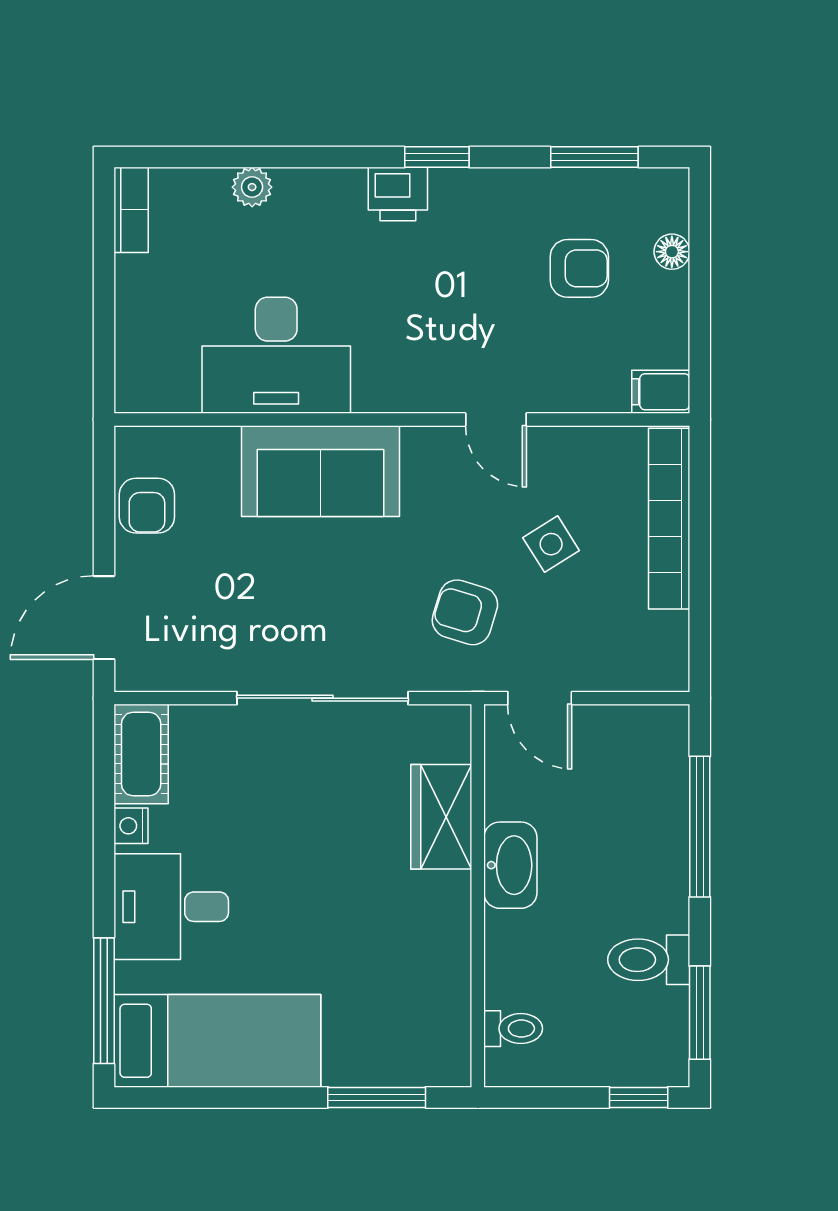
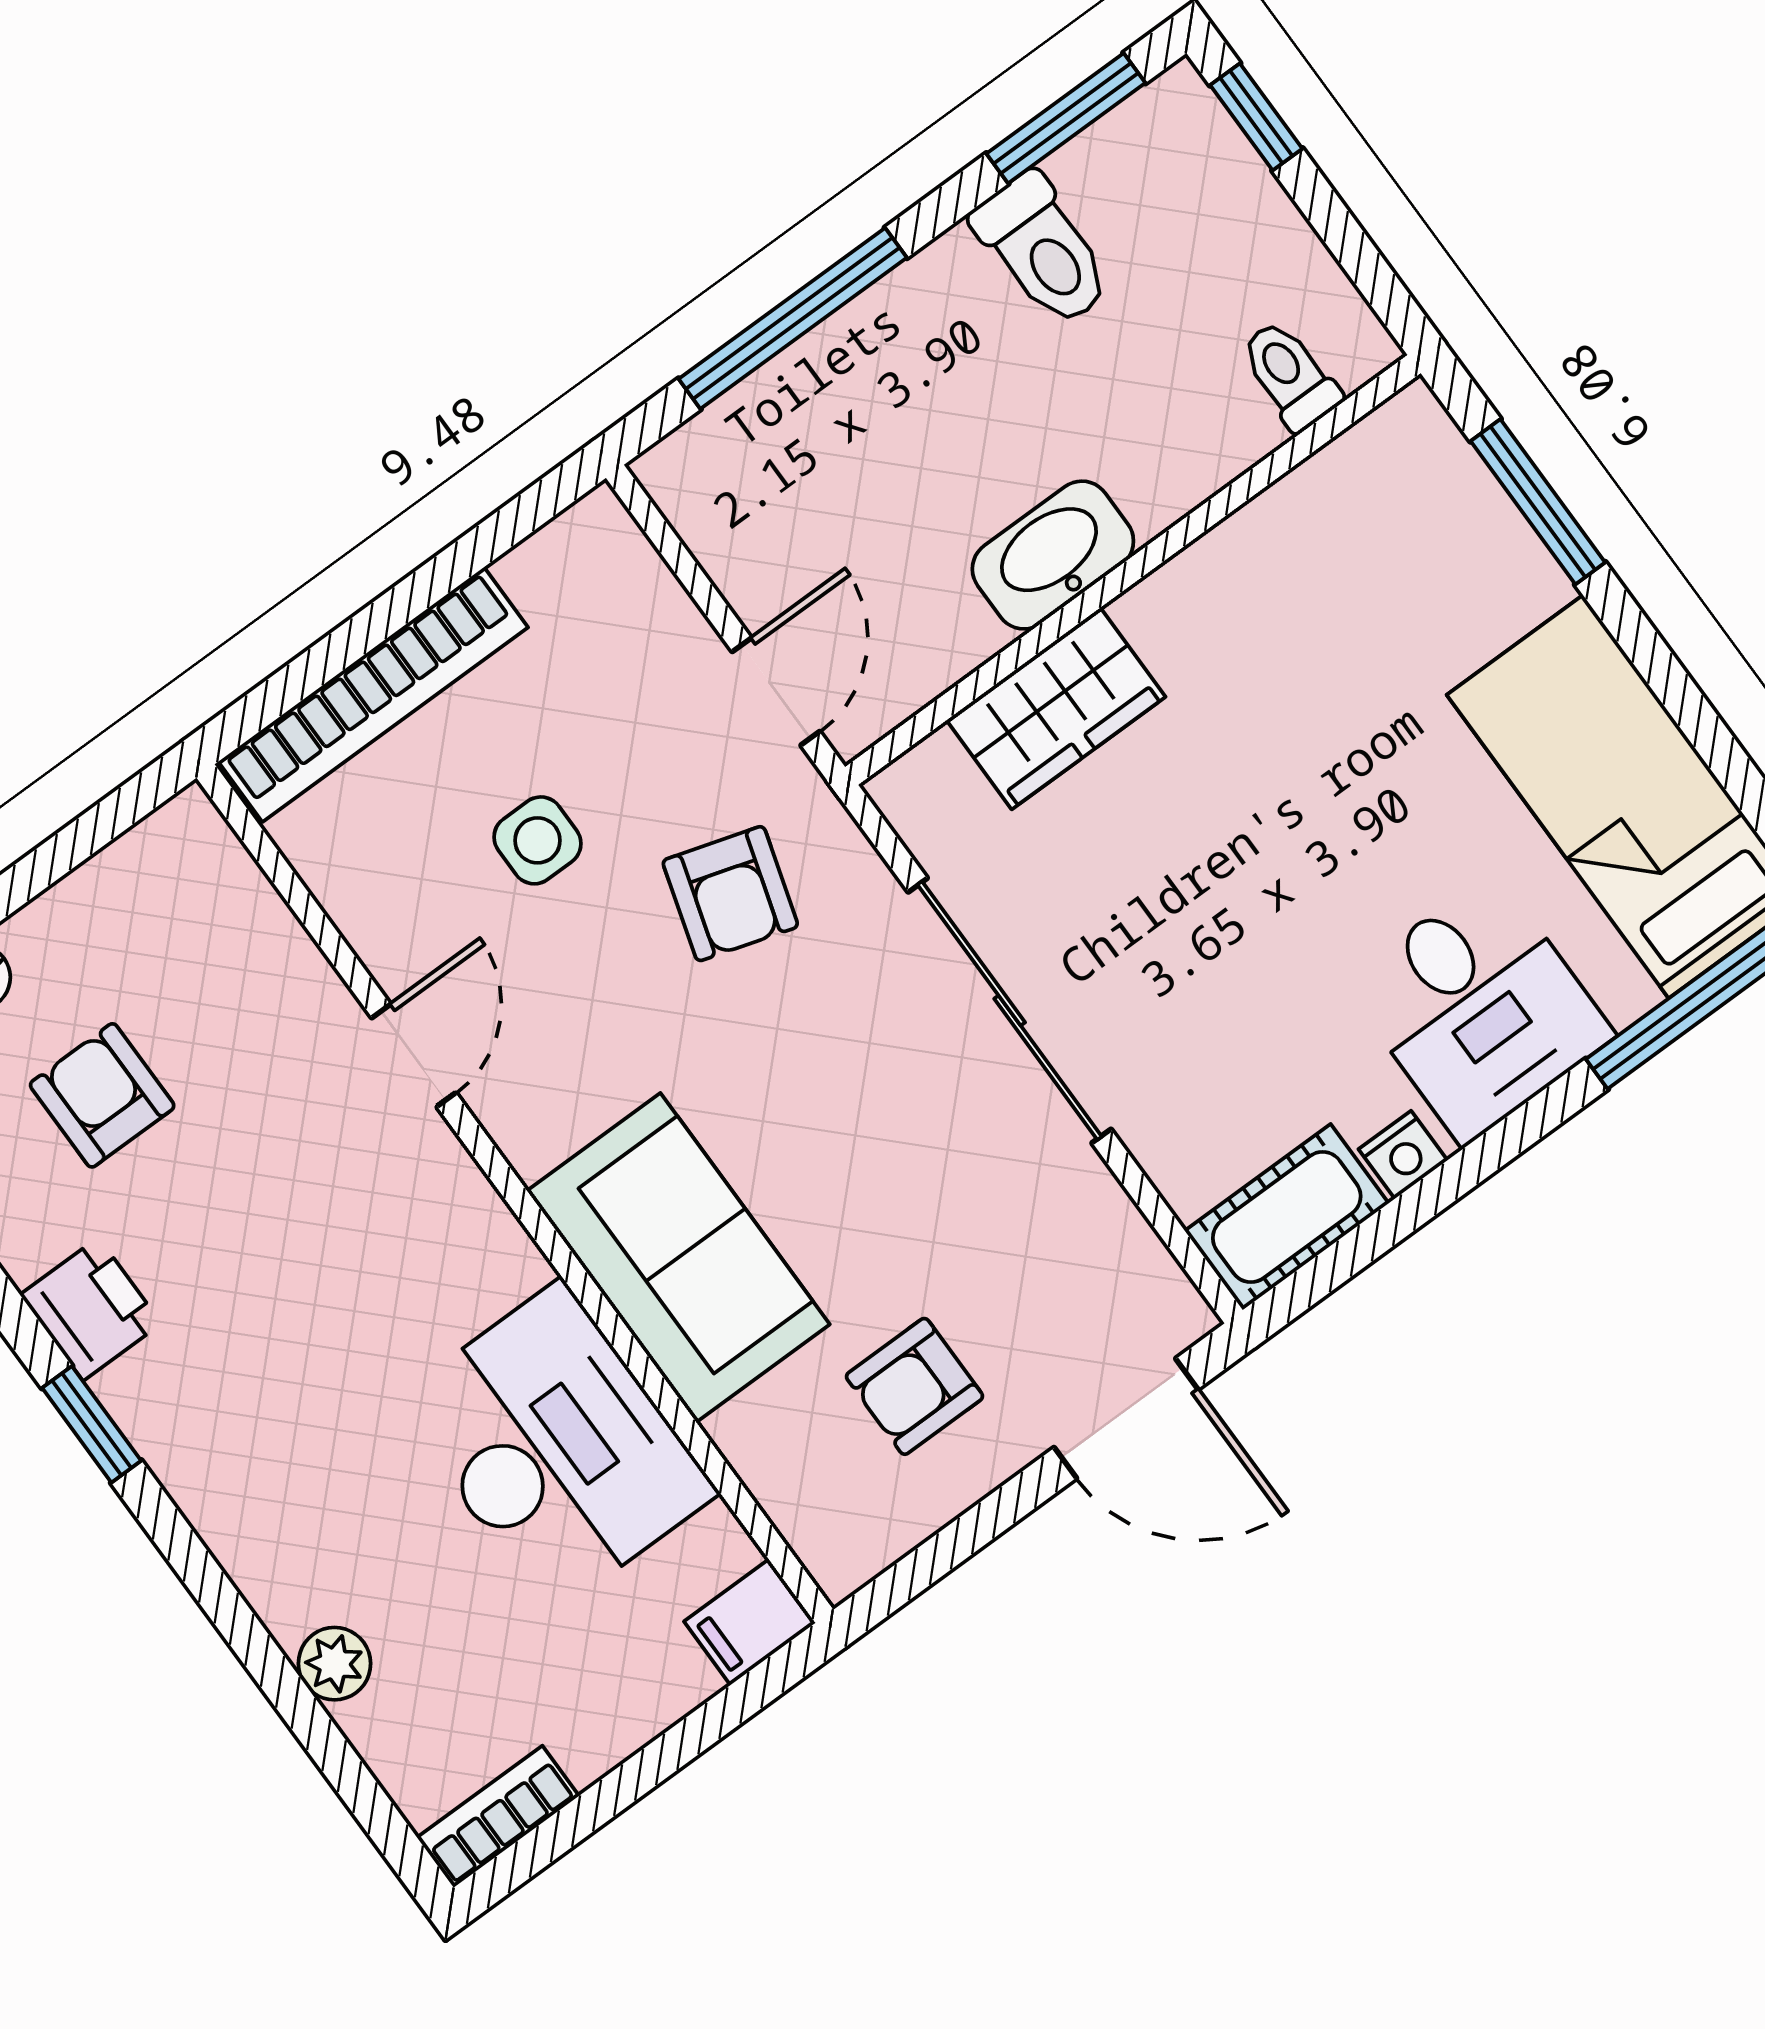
printer: (398, 194) -> (91, 1309), moved
filing cabinet: (661, 392) -> (750, 1622), moved, turned 90
armchair: (147, 506) -> (914, 1386), moved, turned 180
side table: (551, 544) -> (537, 840), turned 32

